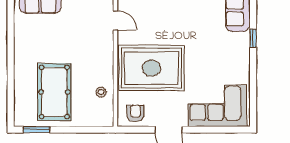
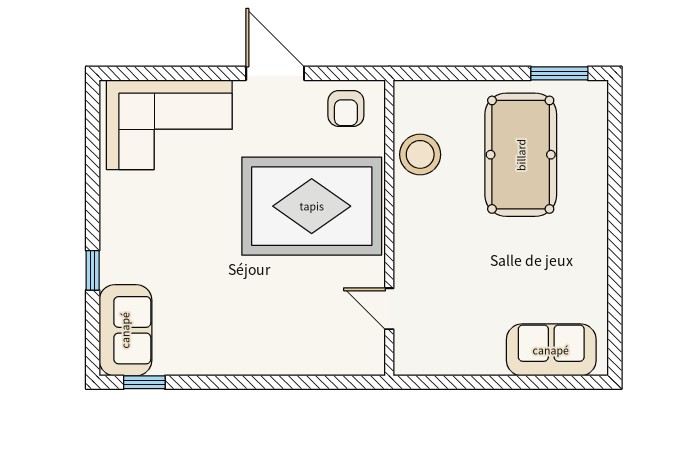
stool: (101, 92) -> (420, 154), width x1.89, depth x1.89

